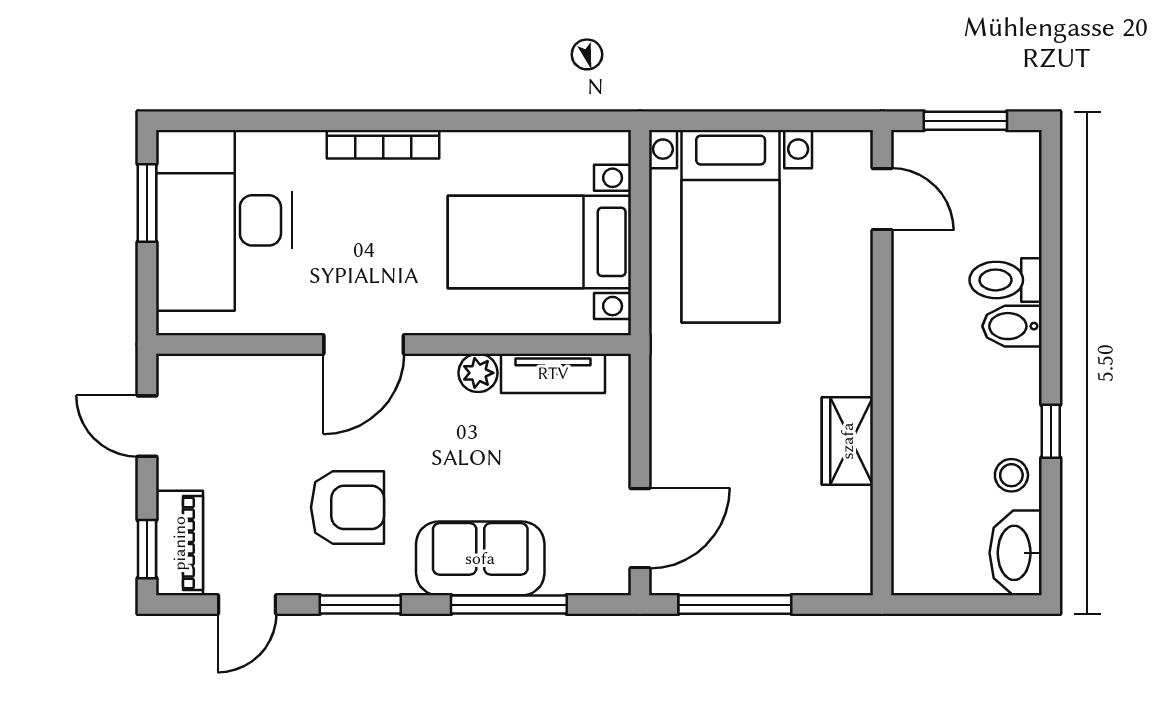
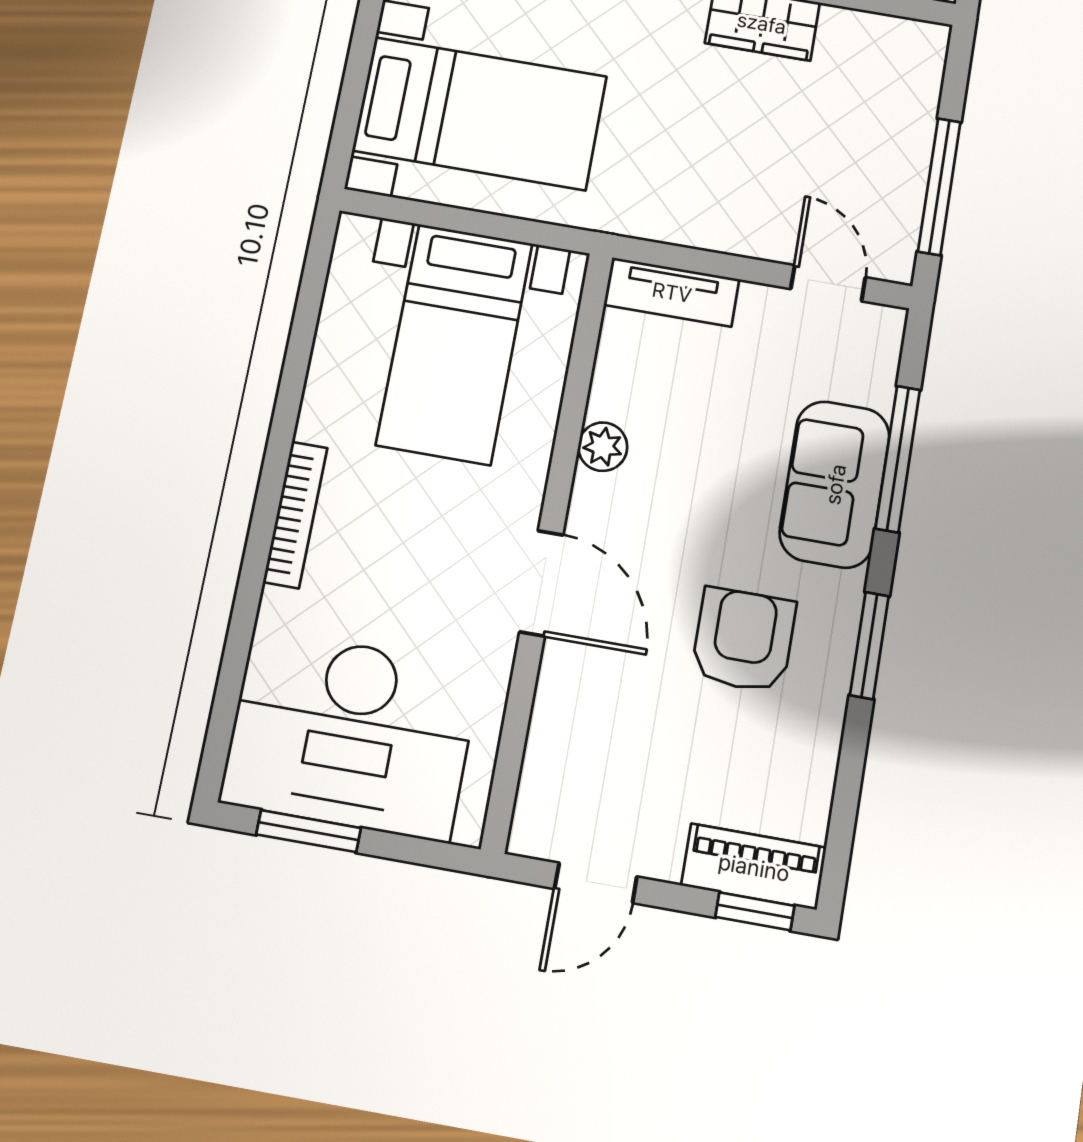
tv unit: (553, 373) -> (672, 292), moved, turned 90
door: (640, 528) -> (828, 283), width x0.73
door: (247, 605) -> (847, 792), removed

